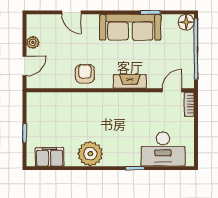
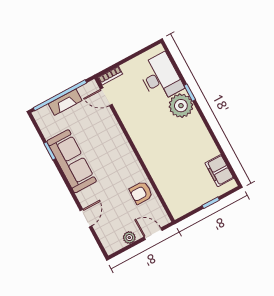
floor lamp: (186, 22) -> (42, 116), removed
armchair: (85, 74) -> (141, 193), moved
fireplace: (130, 81) -> (65, 102), moved, turned -90
plant: (90, 154) -> (181, 106), moved

